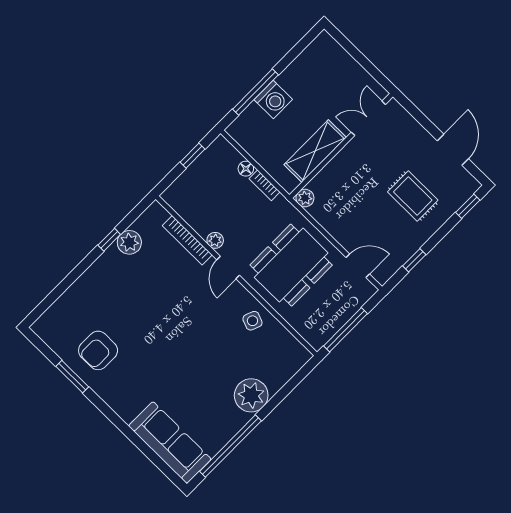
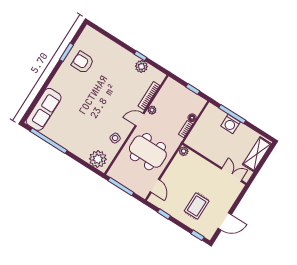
shelving: (315, 151) -> (257, 154), moved, turned 90
plant: (251, 395) -> (98, 159), moved

